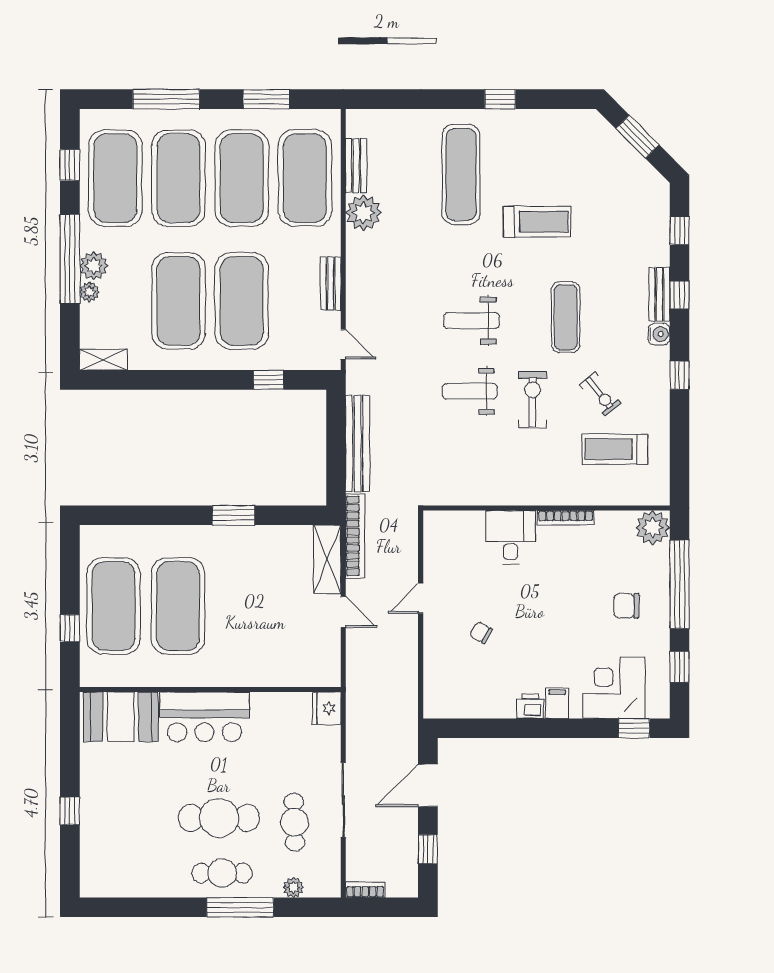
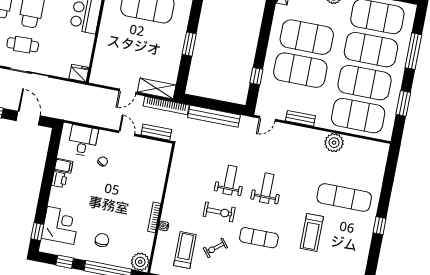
bench: (356, 166) -> (156, 132), moved
water cooler: (578, 497) -> (164, 226), added
desk: (511, 537) -> (83, 141), moved, turned -90
filing cabinet: (557, 703) -> (64, 166), moved

